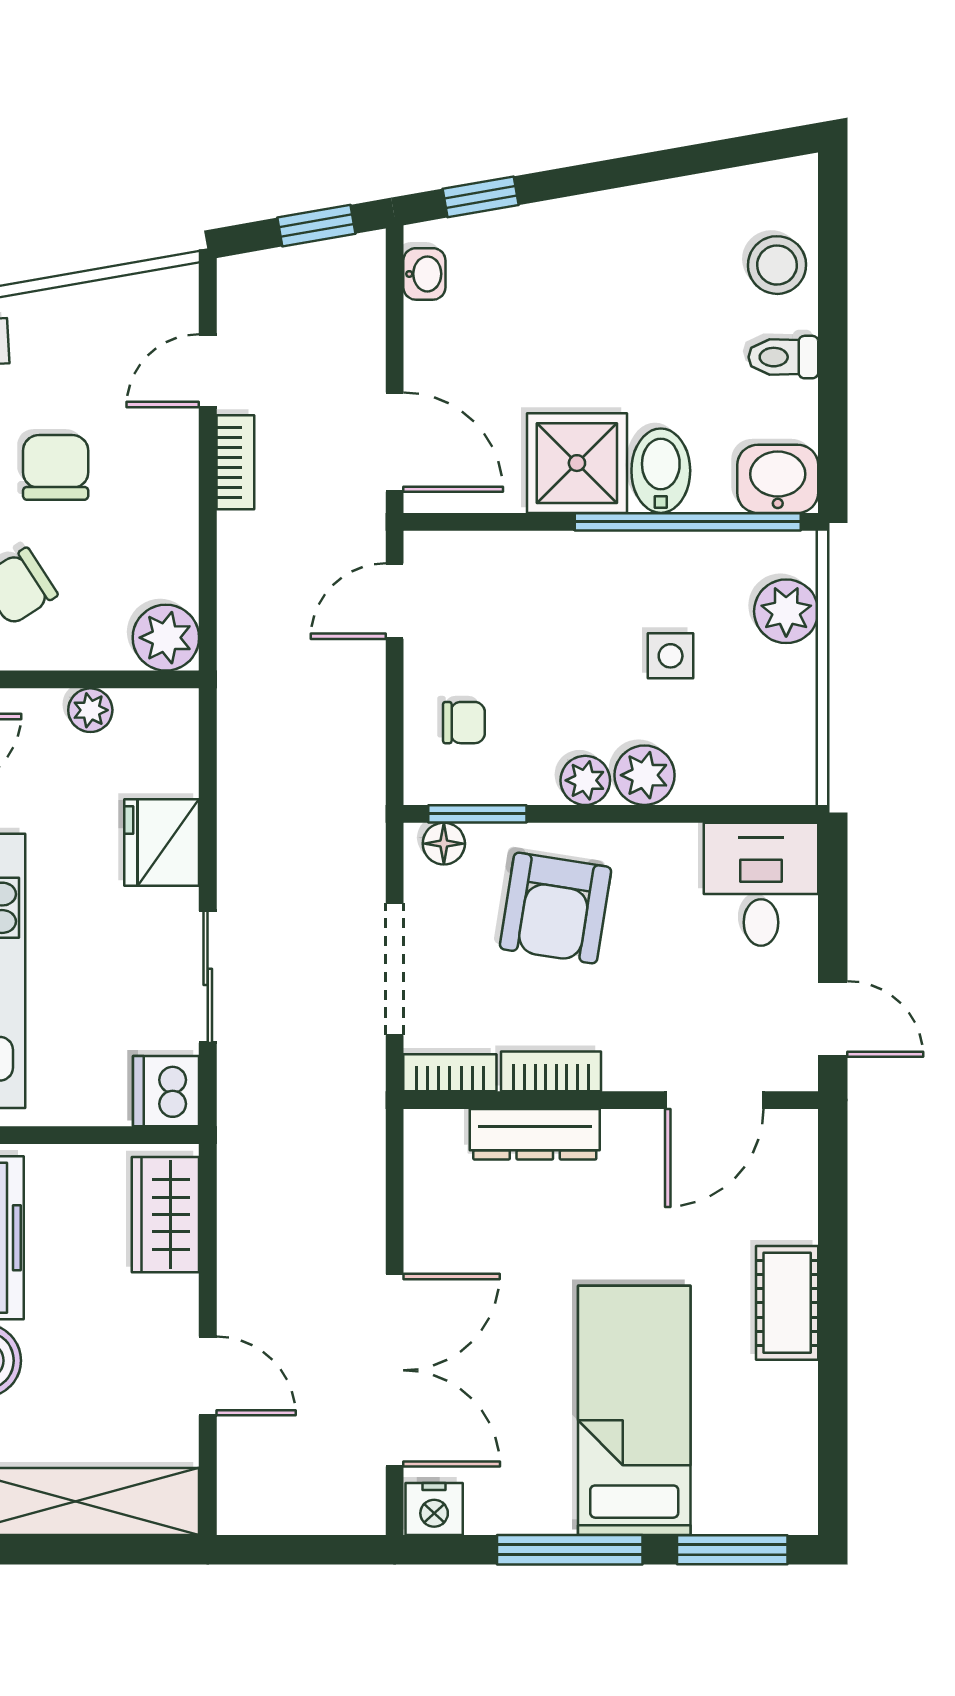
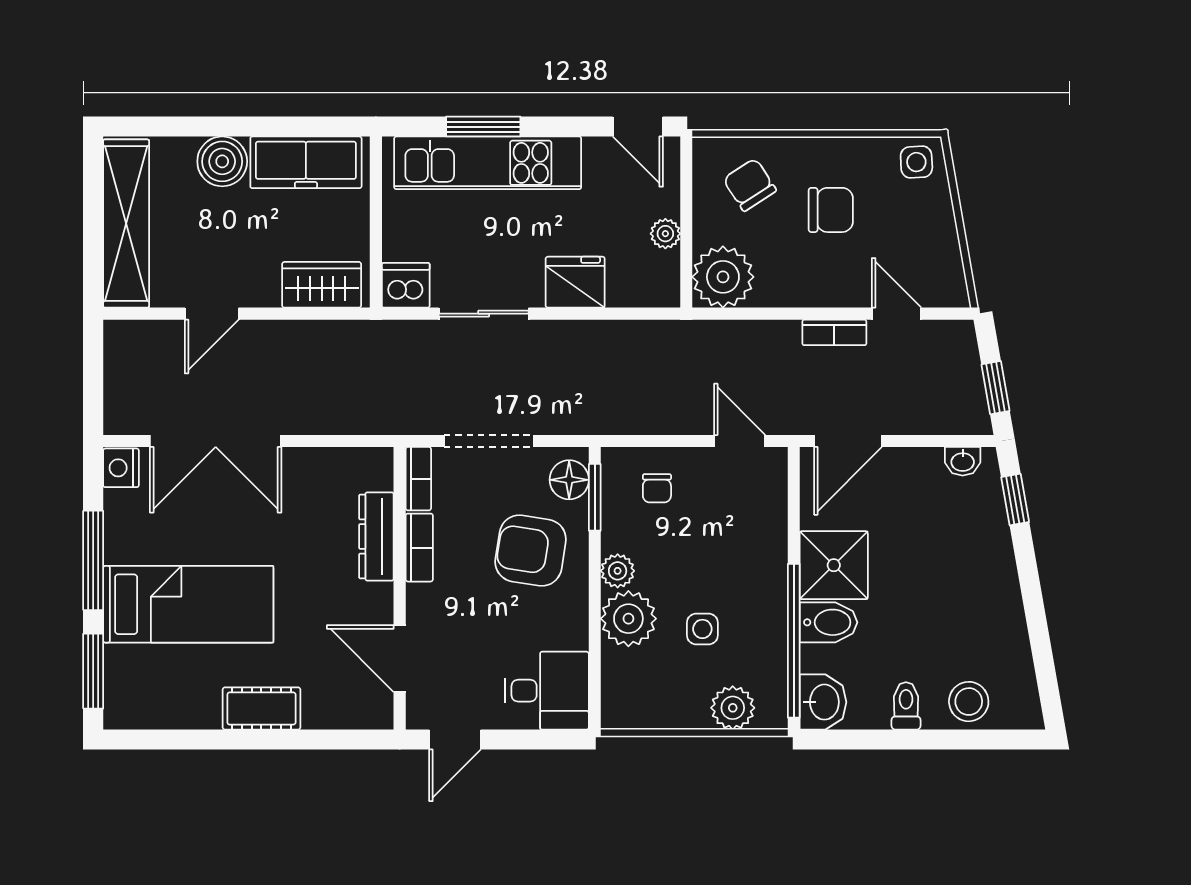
plant: (166, 638) -> (723, 277), width x1.36, depth x1.36
plant: (644, 775) -> (628, 619), width x1.36, depth x1.36
floor lamp: (444, 844) -> (569, 480), width x1.37, depth x1.37

